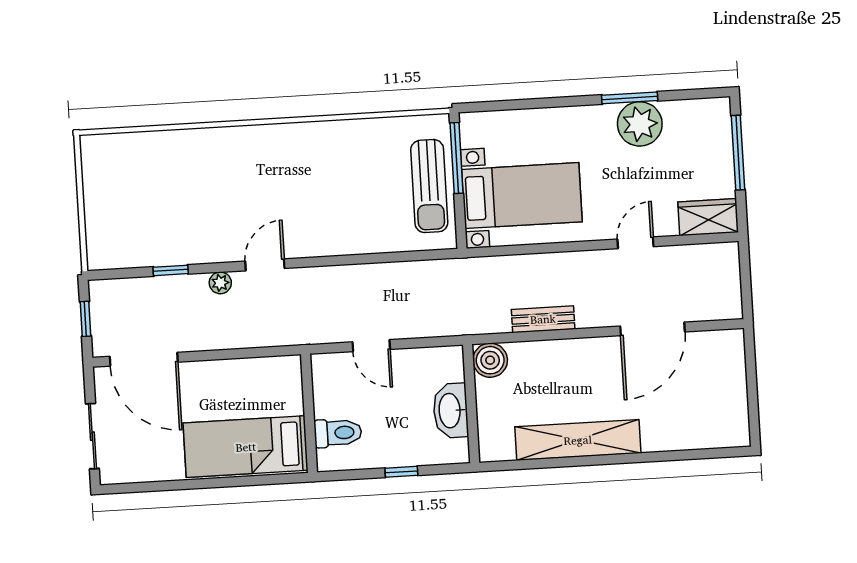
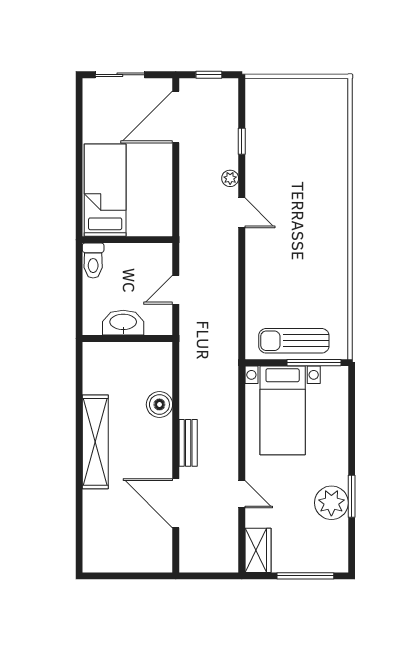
bench: (543, 319) -> (188, 443), moved
boiler: (490, 360) -> (159, 404), moved
wall: (471, 404) -> (127, 338), moved
washbasin: (451, 411) -> (123, 323), moved
toilet: (338, 433) -> (93, 261), moved
window: (401, 472) -> (79, 307), removed

